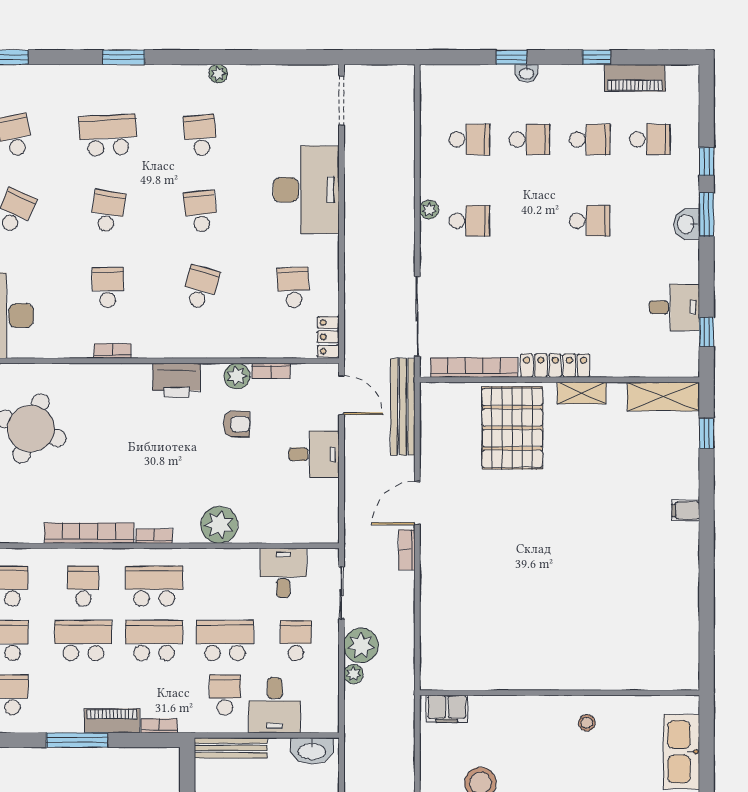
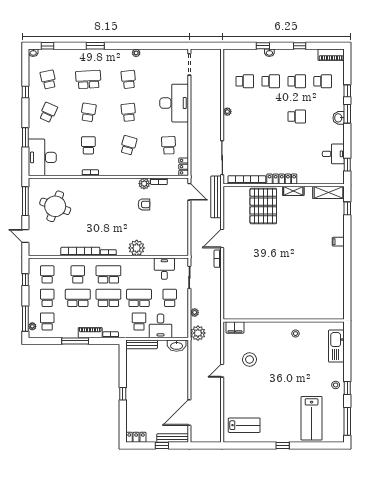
piano: (635, 78) -> (331, 55), moved
school desk: (469, 221) -> (245, 116), removed
printer: (177, 380) -> (118, 185), removed
desk: (314, 454) -> (178, 217), removed
plant: (361, 645) -> (198, 333), moved

